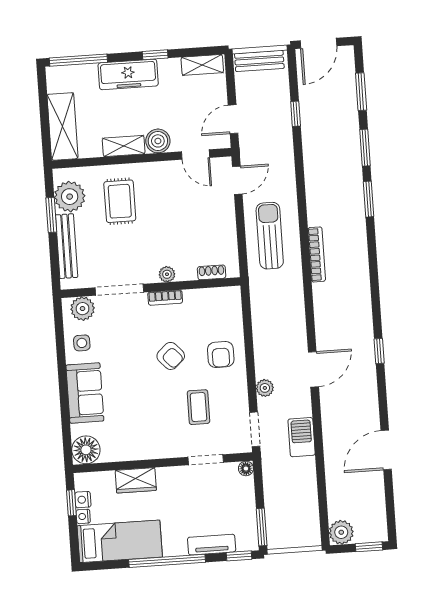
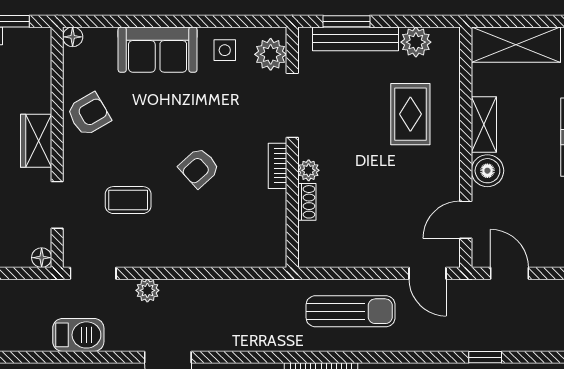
window: (296, 114) -> (485, 357), moved
plant: (70, 197) -> (416, 42), width x0.73, depth x0.73
rug: (120, 201) -> (410, 114), turned 90
window: (51, 215) -> (347, 21), moved
shoe rack: (212, 272) -> (307, 202), moved
armchair: (221, 355) -> (89, 114), moved, turned 150
floor lamp: (86, 450) -> (73, 37), width x0.53, depth x0.53
wardrobe: (136, 480) -> (36, 141), moved
nightstand: (83, 500) -> (15, 37), removed

